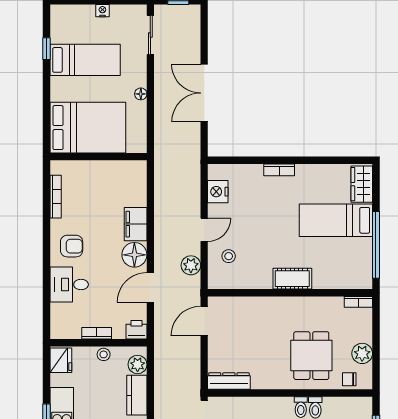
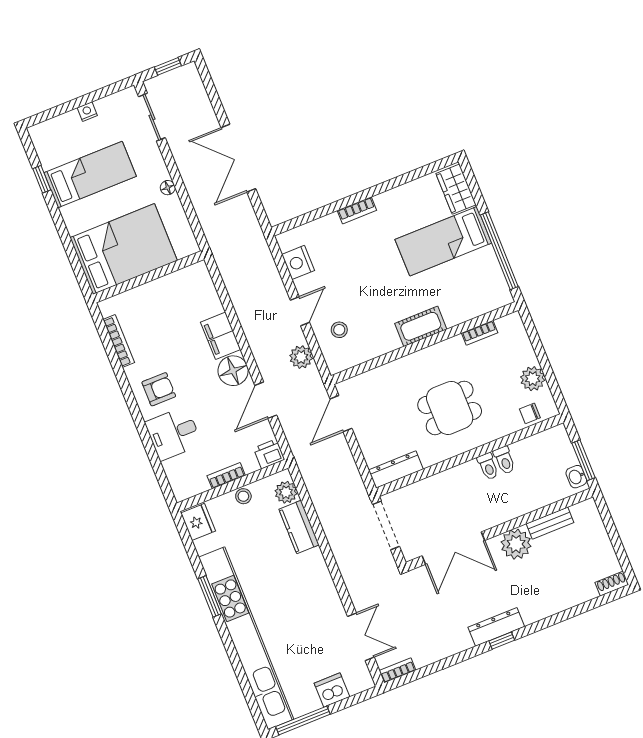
bookcase: (358, 302) -> (480, 333), moved
dining table: (311, 356) -> (450, 408), moved, turned 90

